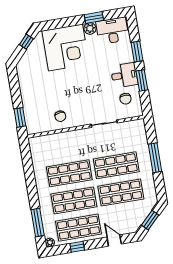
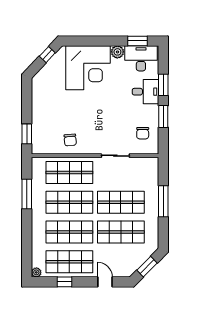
window: (94, 17) -> (138, 41), moved
desk: (124, 75) -> (146, 92), moved
shop shelf: (65, 146) -> (69, 173), added
window: (38, 223) -> (27, 194), moved

